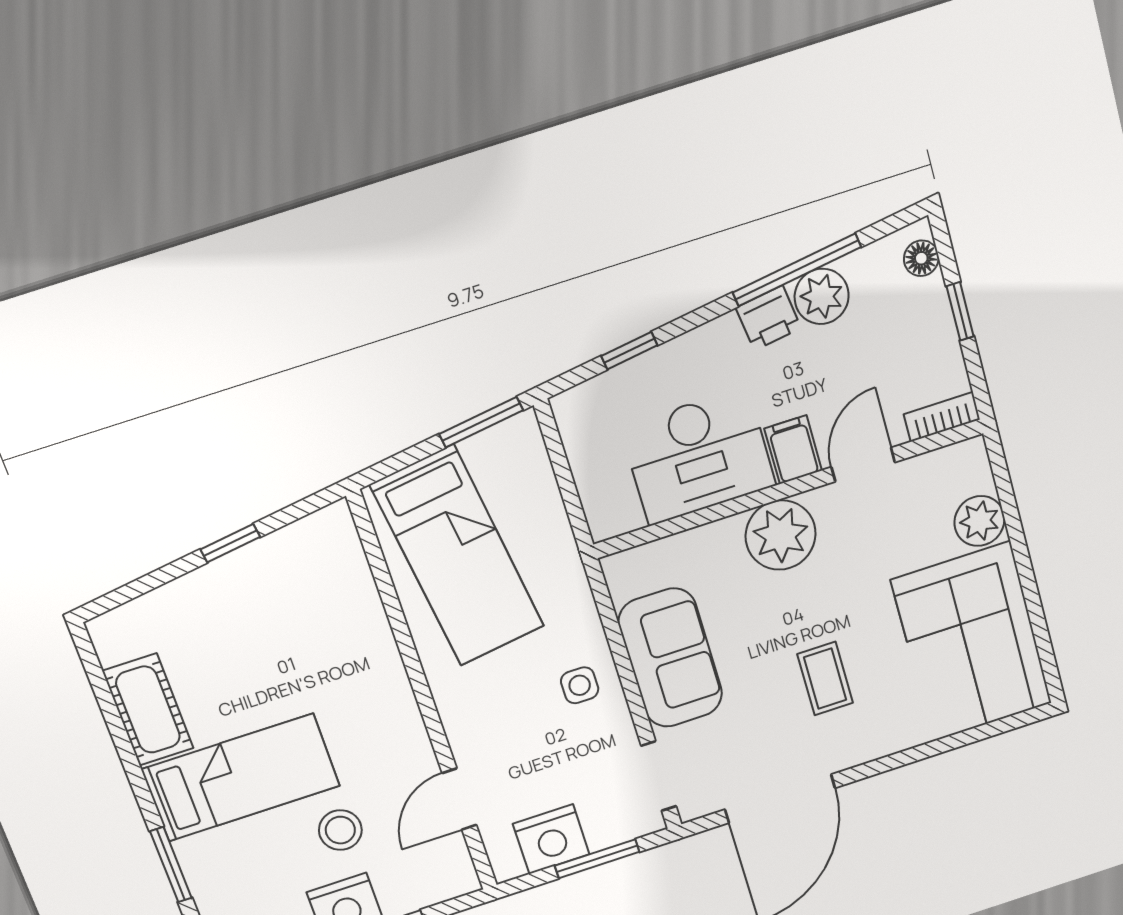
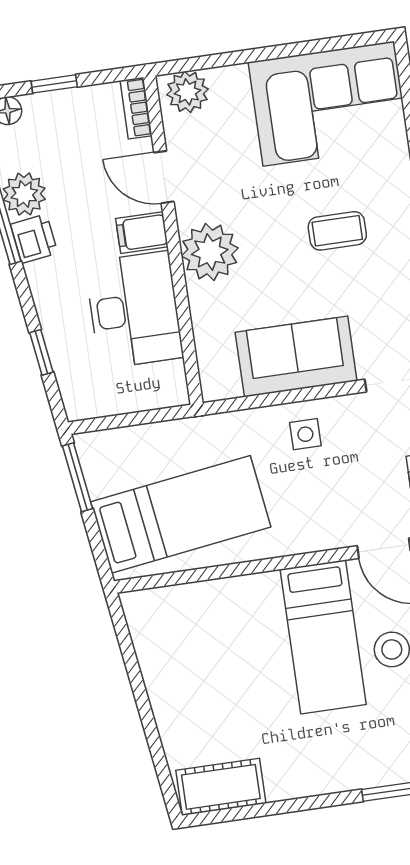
plant: (979, 521) -> (187, 92), moved
window: (230, 543) -> (139, 689), removed
cot: (148, 710) -> (221, 787), moved
bed: (241, 777) -> (323, 637), moved, turned 180

